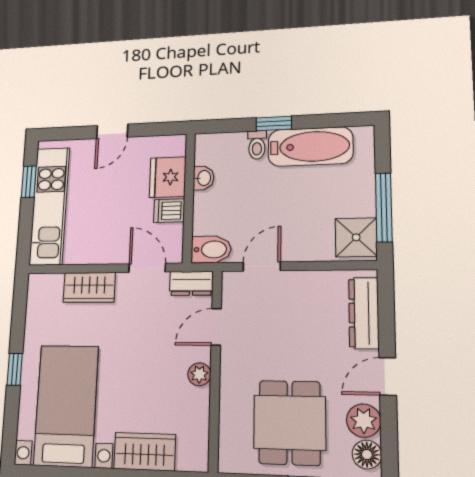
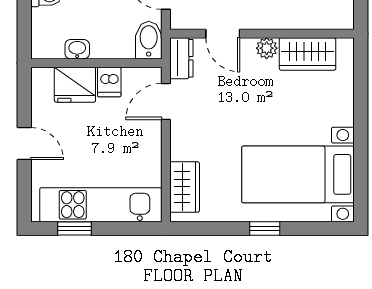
wardrobe: (89, 287) -> (185, 187), moved
wardrobe: (145, 452) -> (308, 54), moved, turned -90

